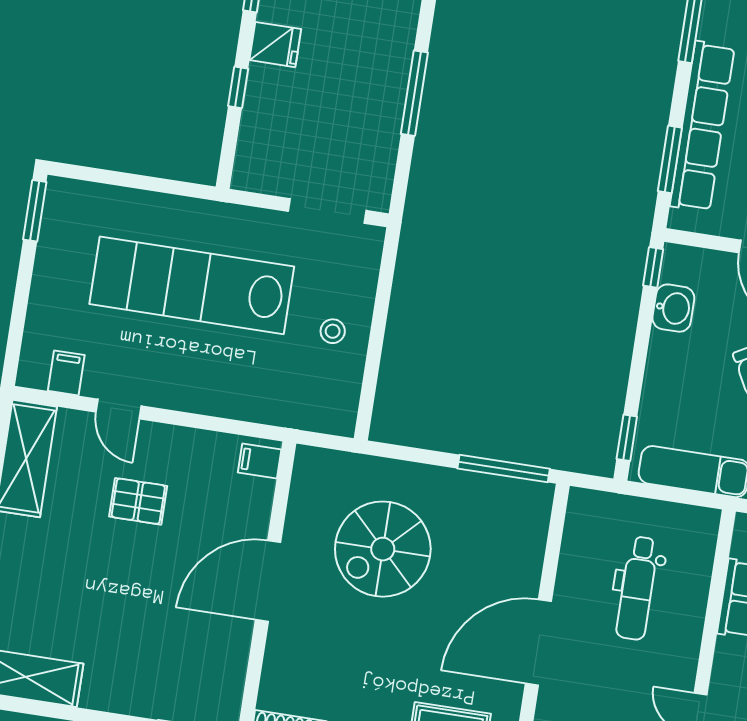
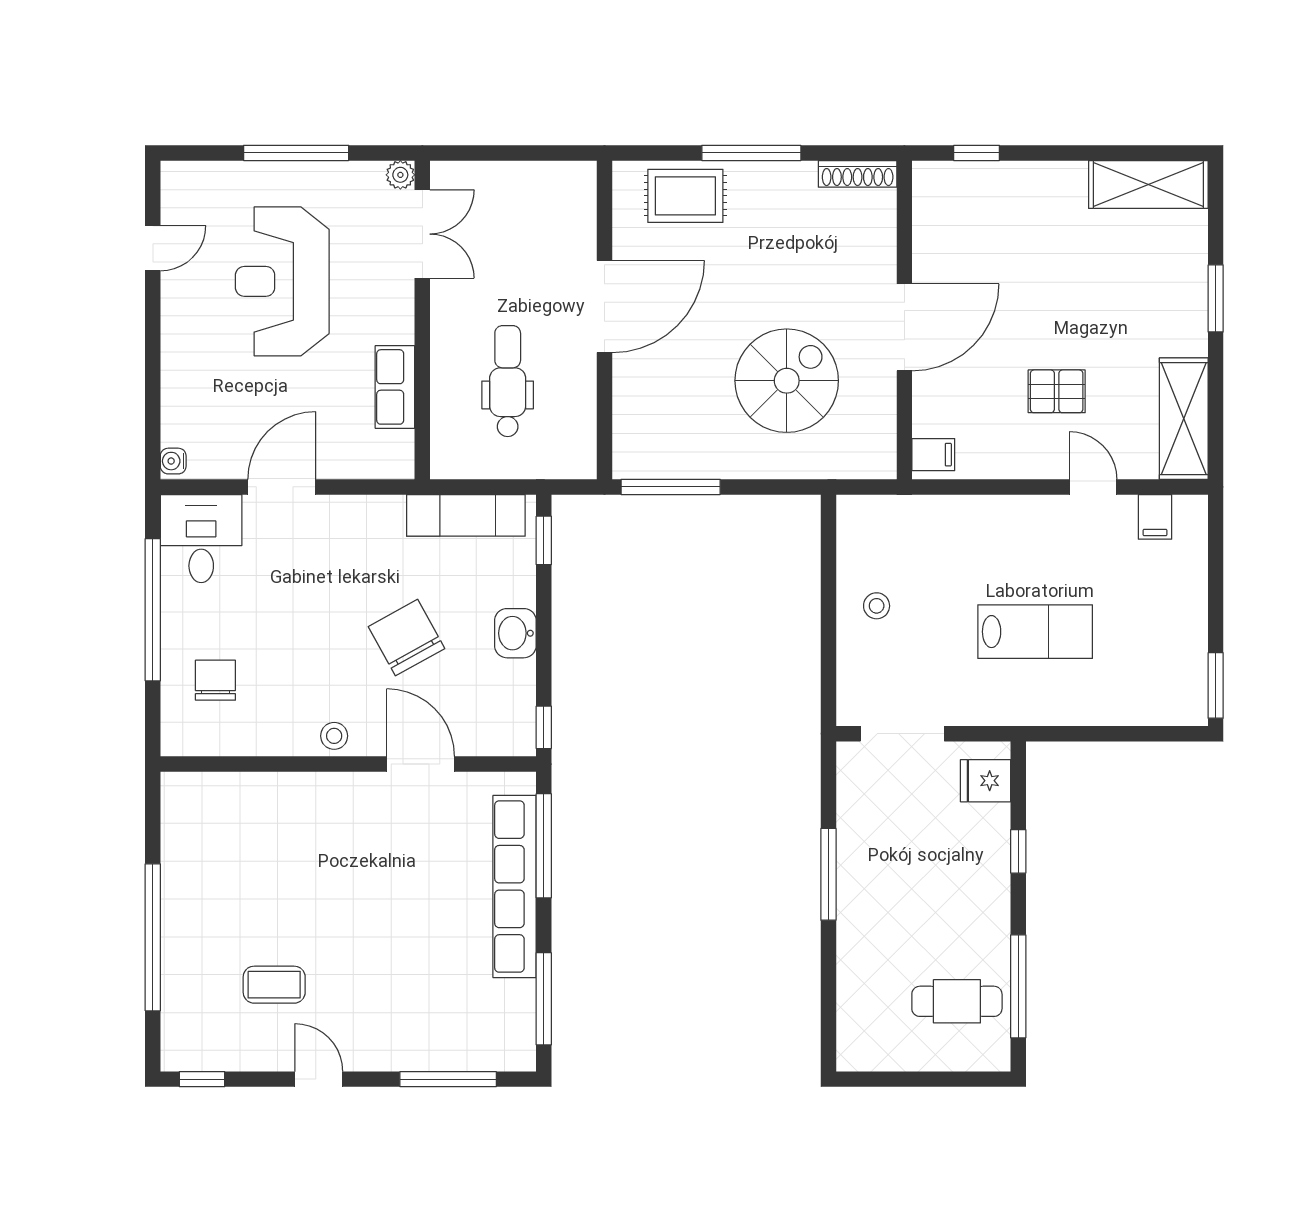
fridge: (275, 45) -> (986, 781), moved
window: (670, 159) -> (544, 846), width x1.44
lab bench: (192, 285) -> (1035, 632), width x0.54, depth x0.72
washbasin: (673, 308) -> (515, 633), moved

